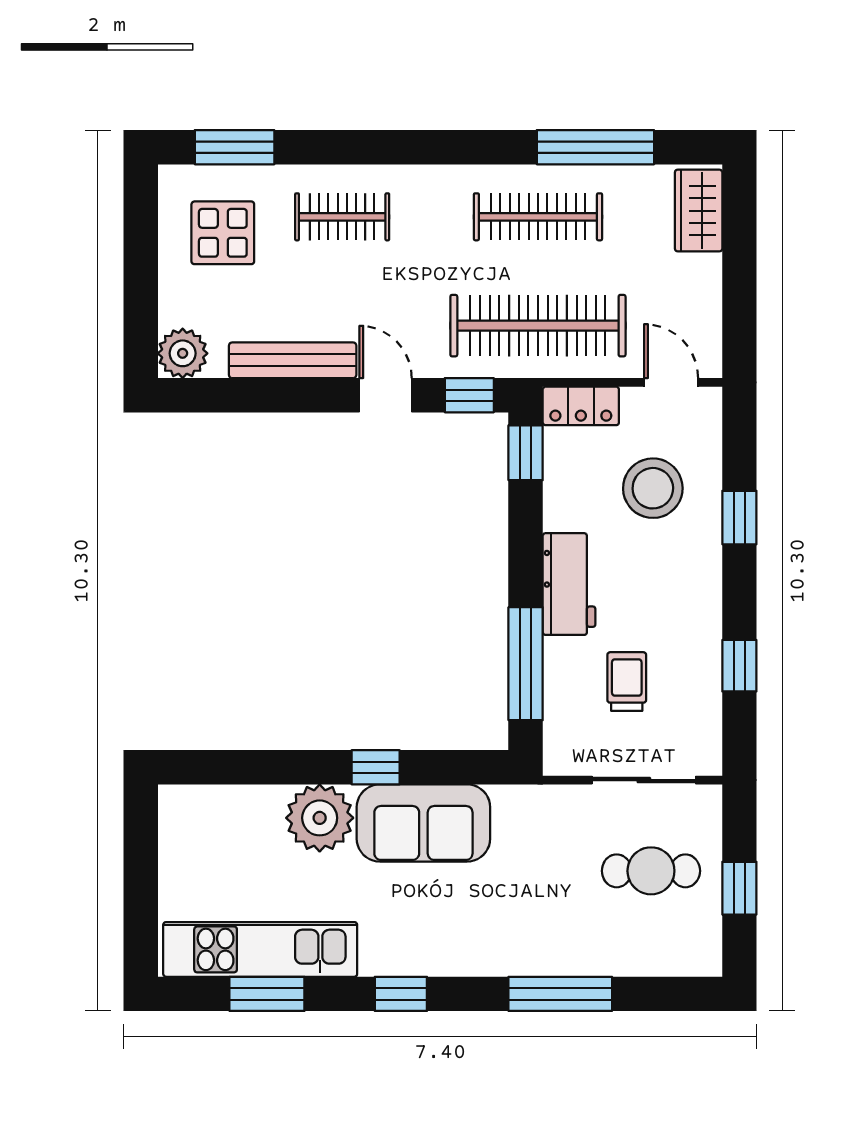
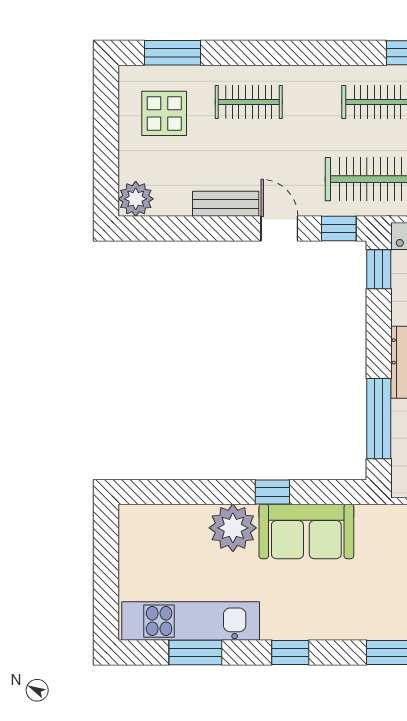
bench: (293, 360) -> (226, 204), width x0.73

